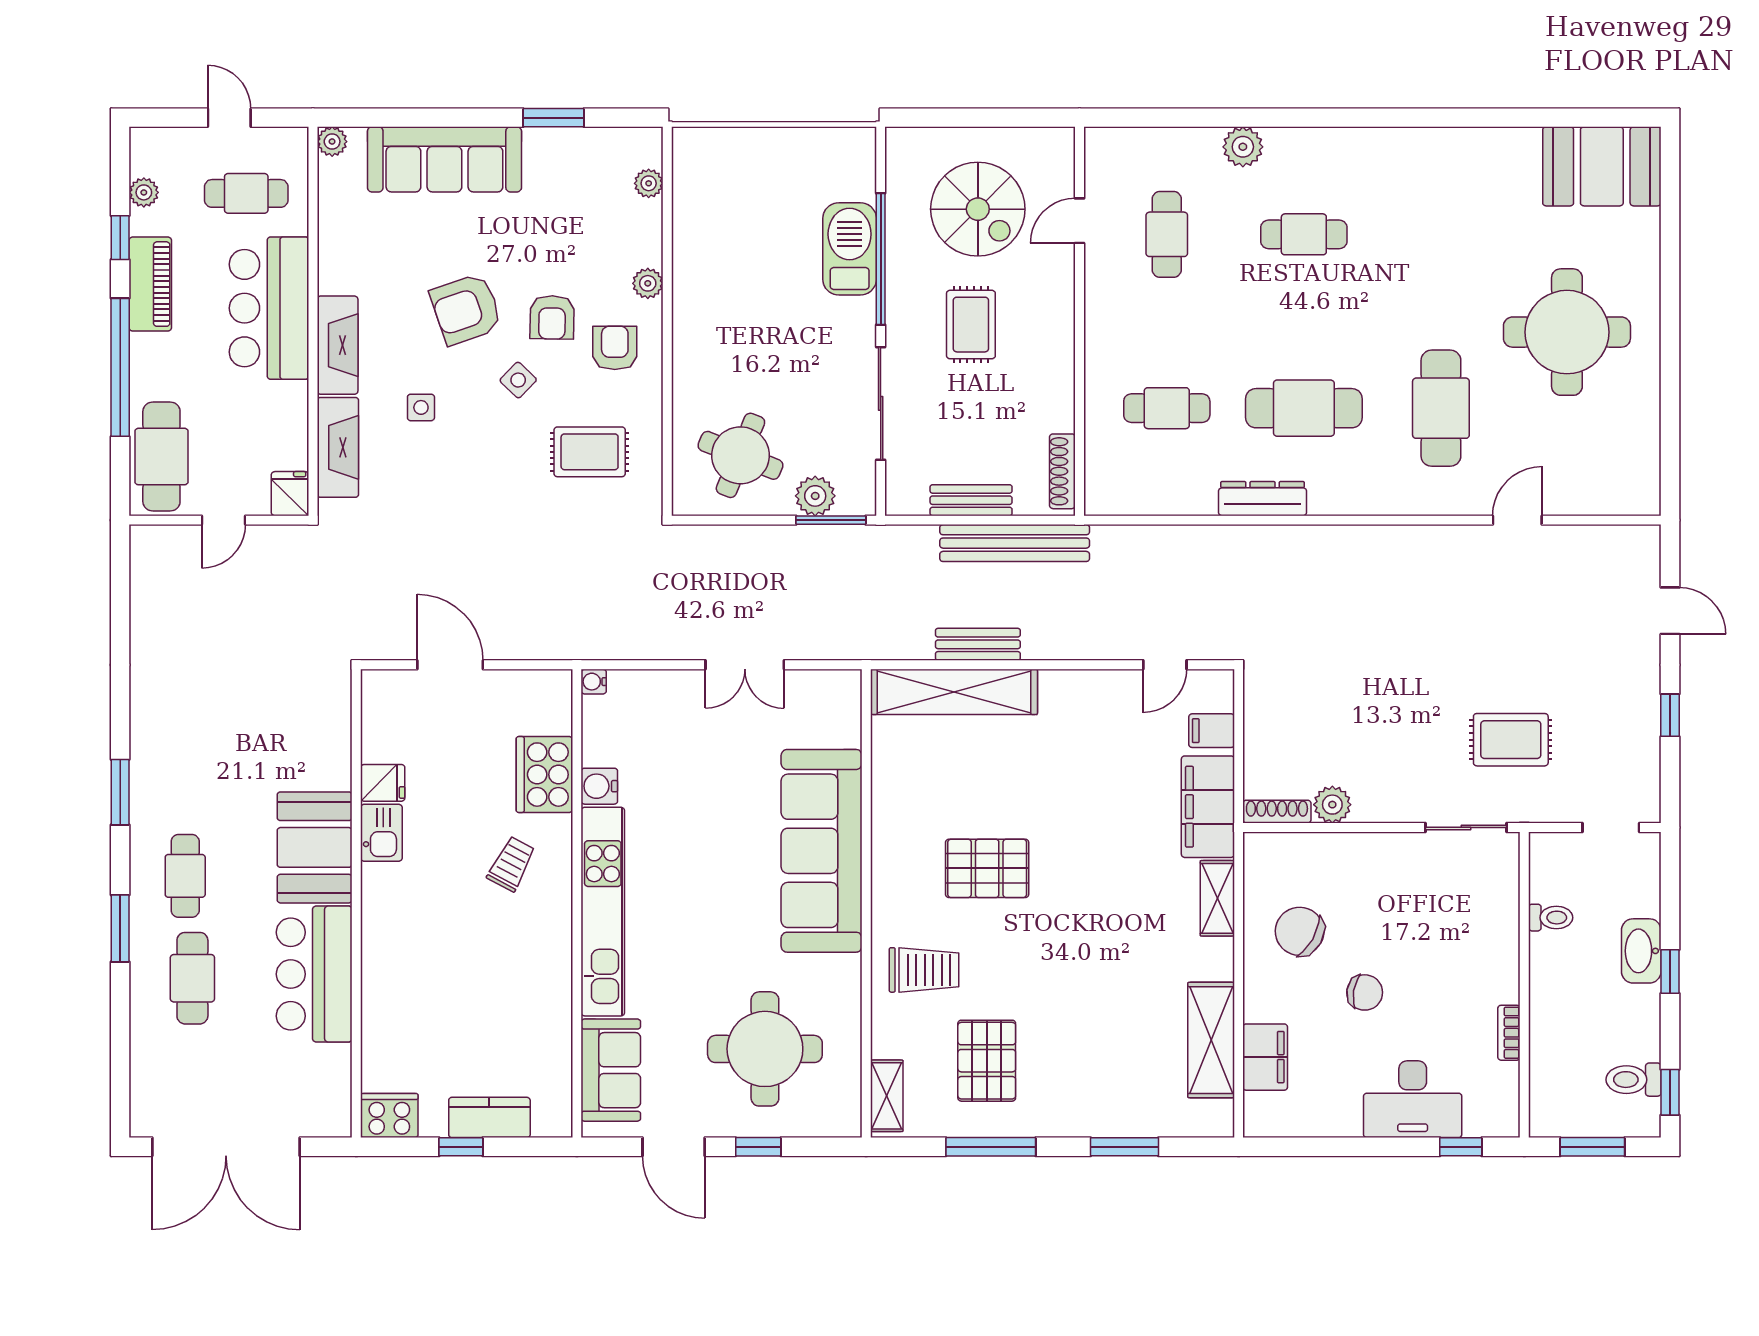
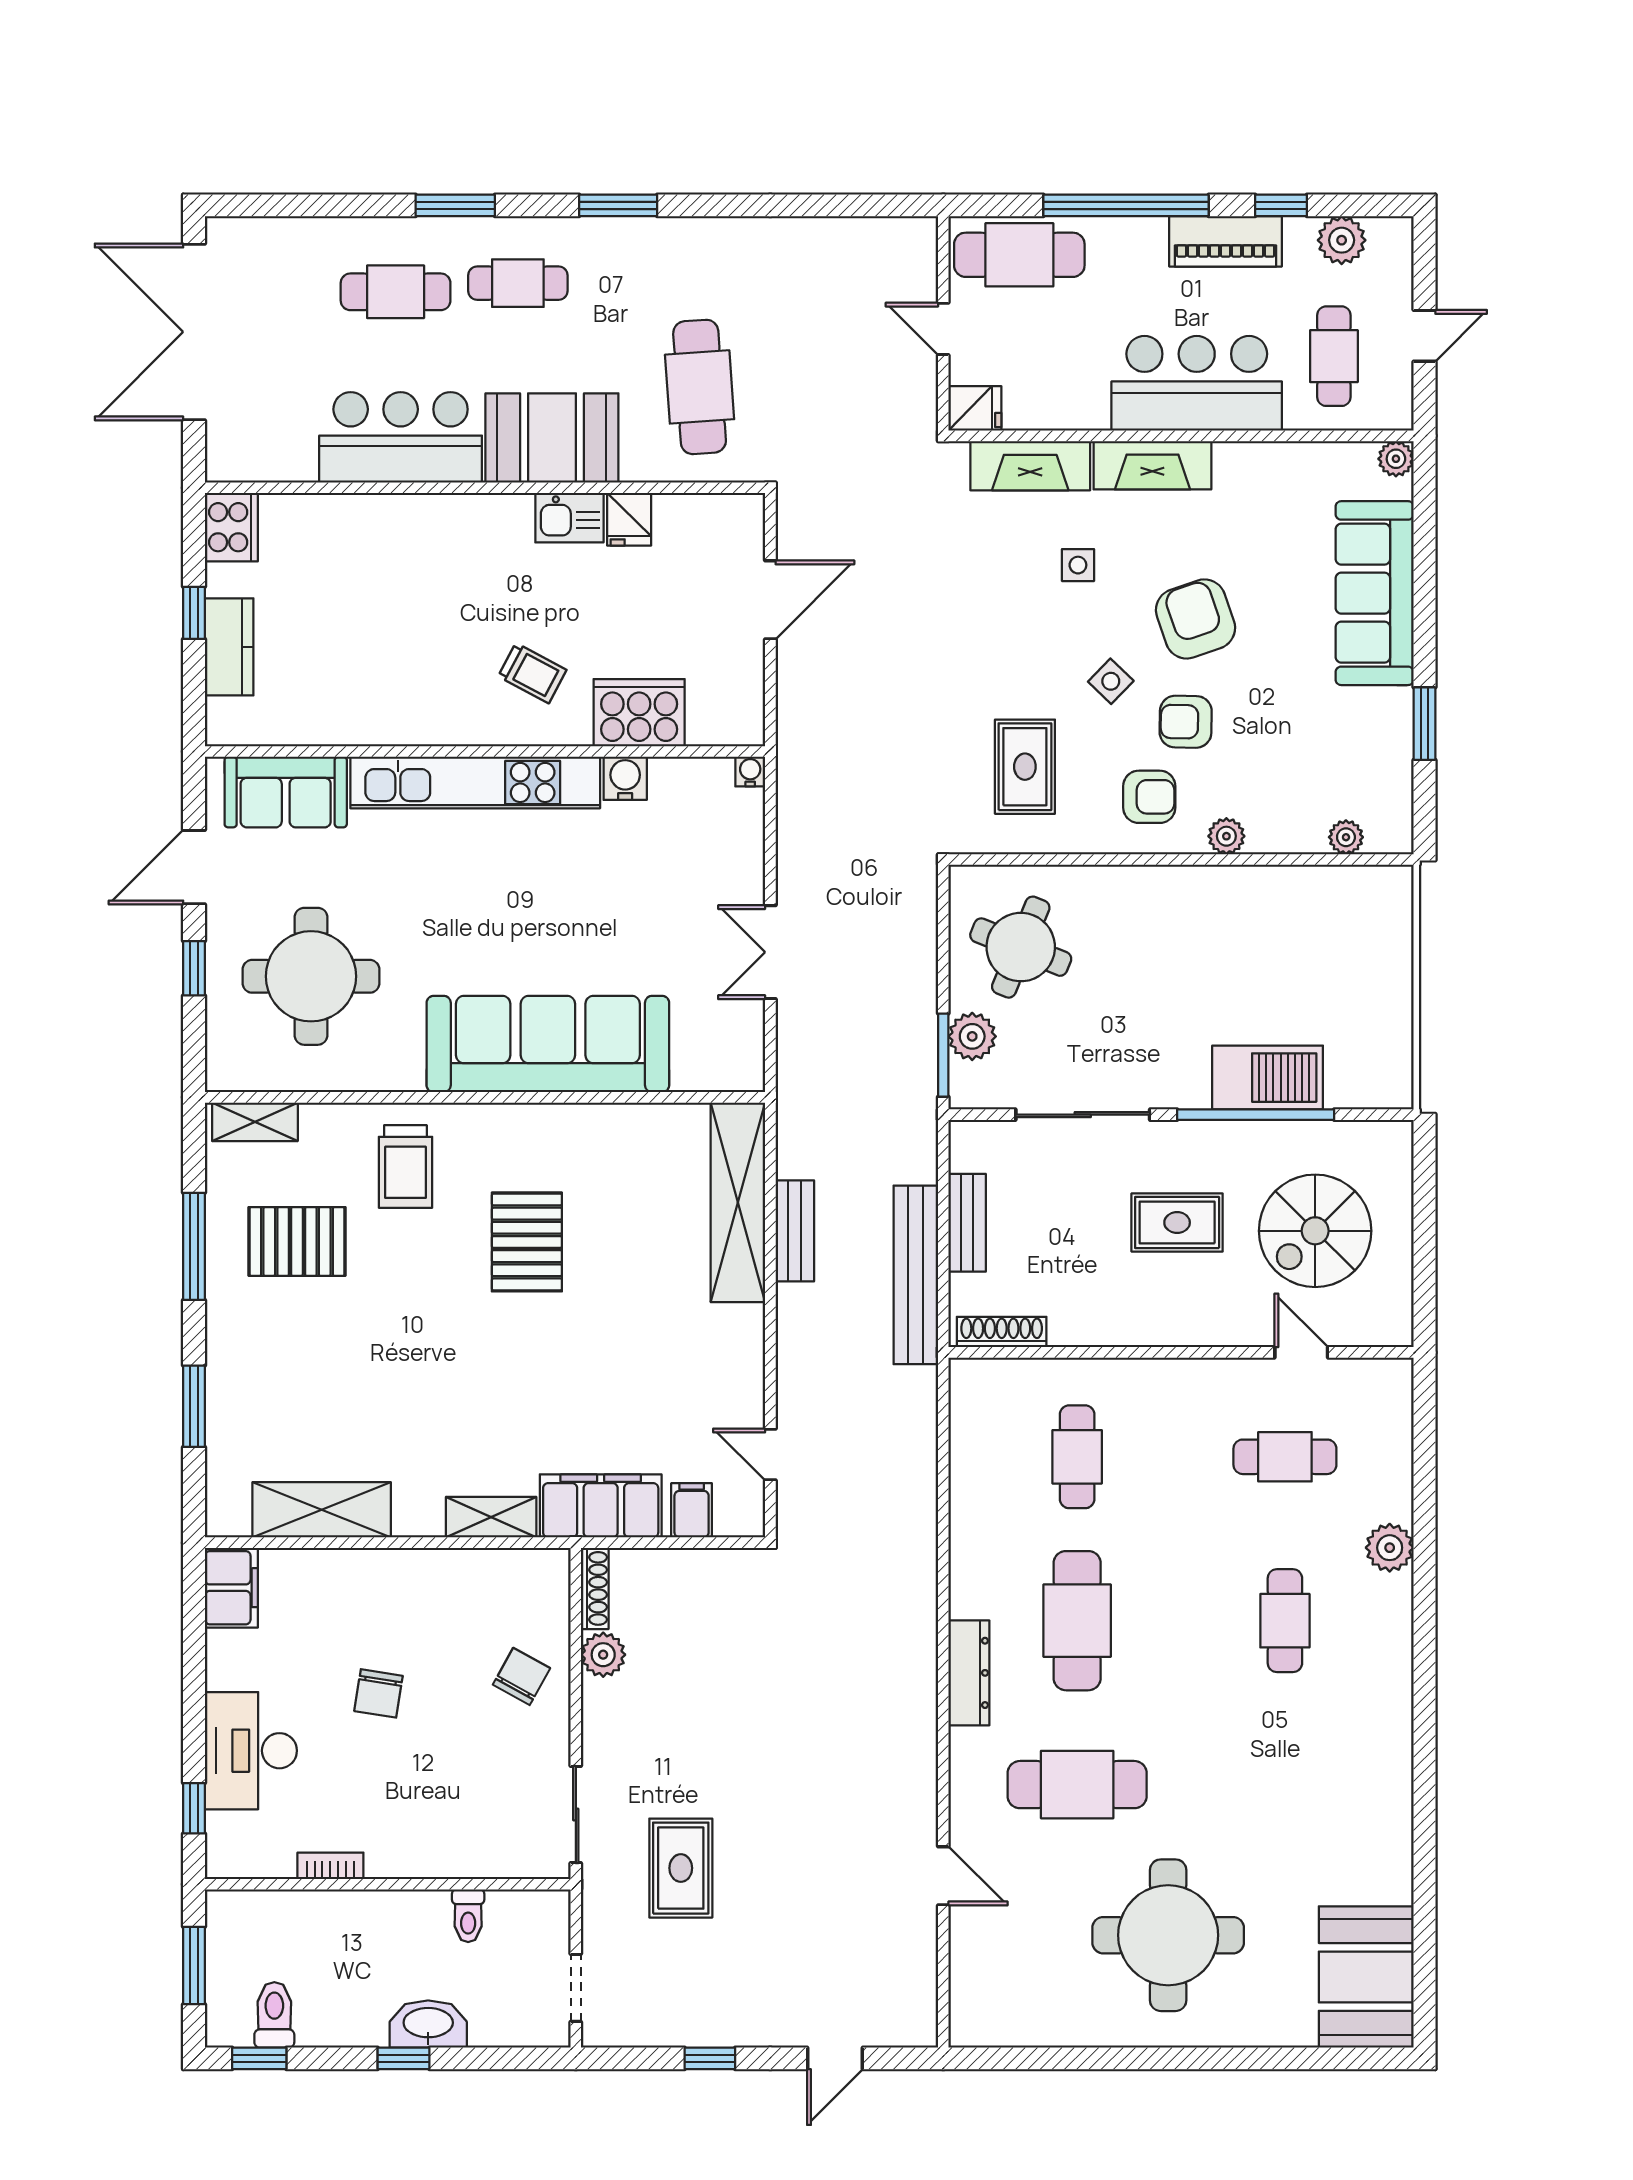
plant: (144, 192) -> (1342, 240), width x1.38, depth x1.38
dresser: (1263, 499) -> (969, 1673), moved
cafe table: (272, 724) -> (700, 387), added
chair: (1300, 931) -> (521, 1676), moved, width x0.73, depth x0.73
filing cabinet: (1265, 1057) -> (231, 1588), moved, turned -90

